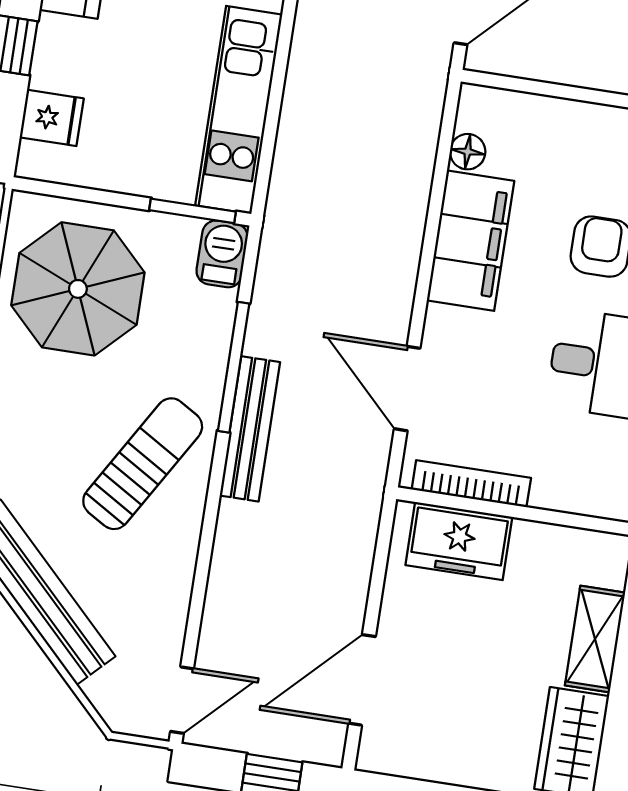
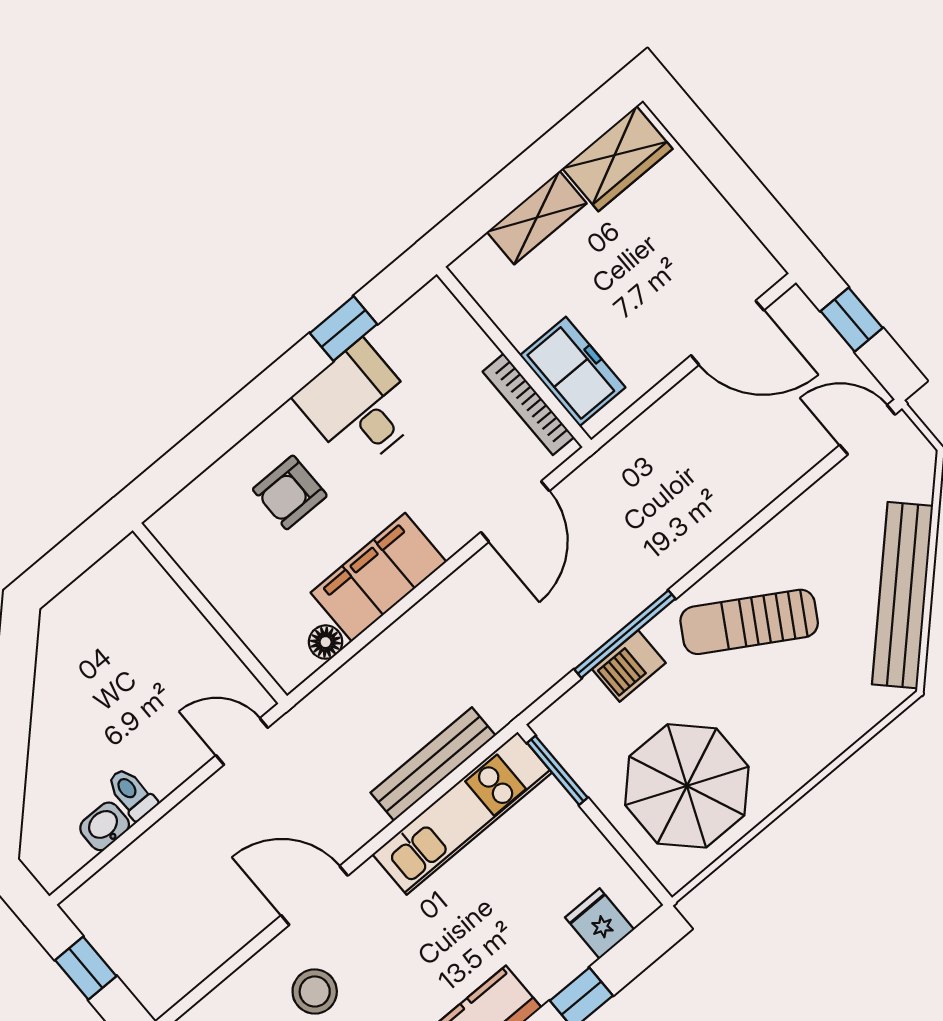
barbecue: (222, 254) -> (629, 666), moved
bench: (250, 429) -> (433, 764), moved

